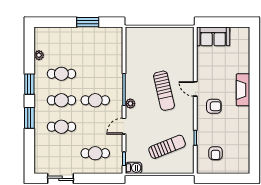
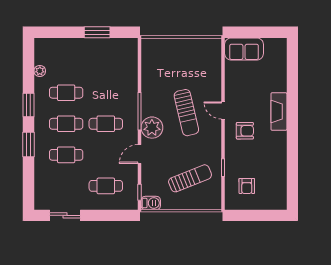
plant: (130, 104) -> (152, 128), width x1.87, depth x1.87

